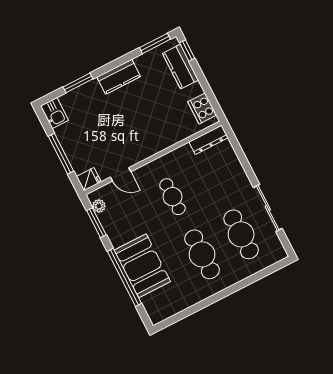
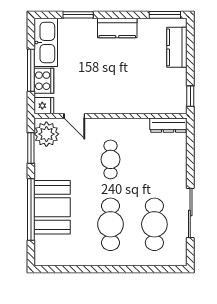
window: (187, 50) -> (190, 96), moved
cooker: (202, 108) -> (44, 81), moved, turned 180
kitchen sink: (54, 113) -> (46, 42), width x1.87, depth x1.24
plant: (99, 206) -> (46, 134), width x1.88, depth x1.88

